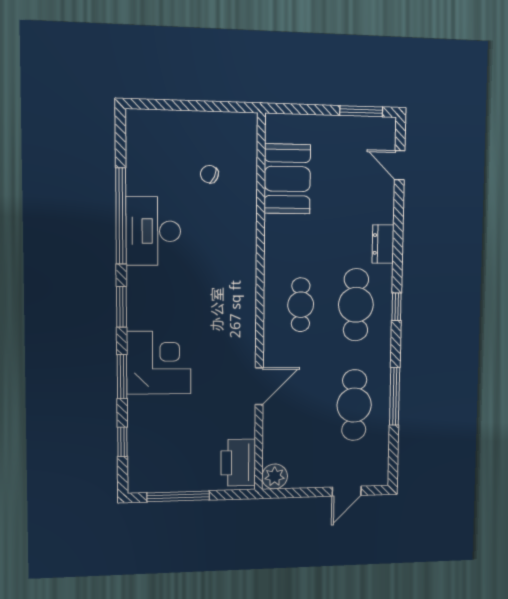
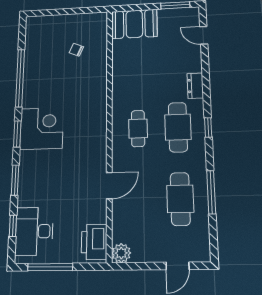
booth: (287, 179) -> (134, 24), moved, turned 90
desk: (153, 231) -> (34, 231), moved
corner desk: (159, 363) -> (42, 128), moved

